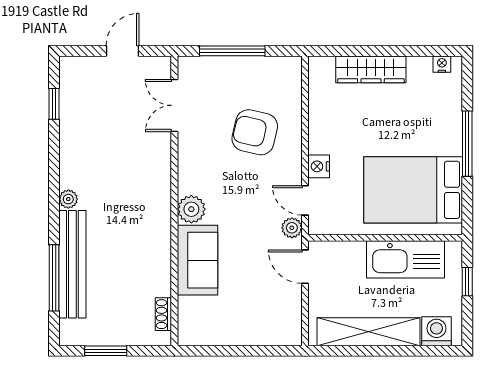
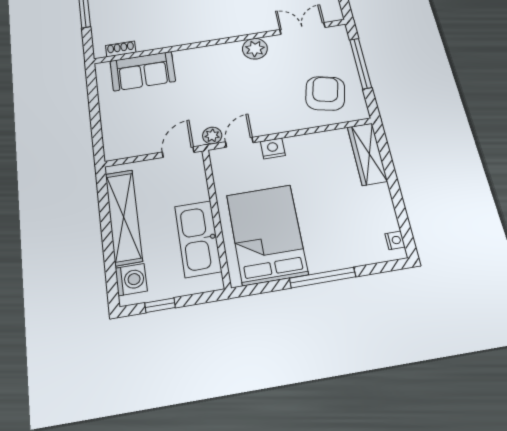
wardrobe: (371, 69) -> (367, 154), moved
armchair: (255, 132) -> (325, 93), moved
plant: (191, 209) -> (255, 49), moved
sofa: (198, 260) -> (143, 71), moved
window: (467, 282) -> (160, 305), moved

